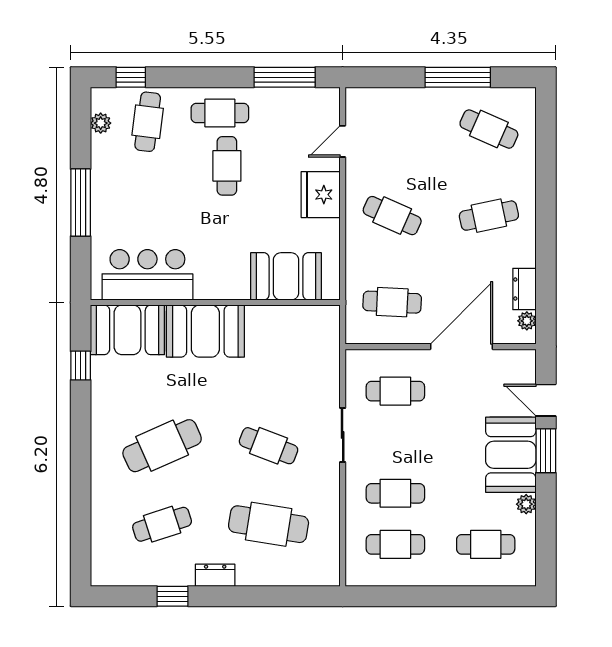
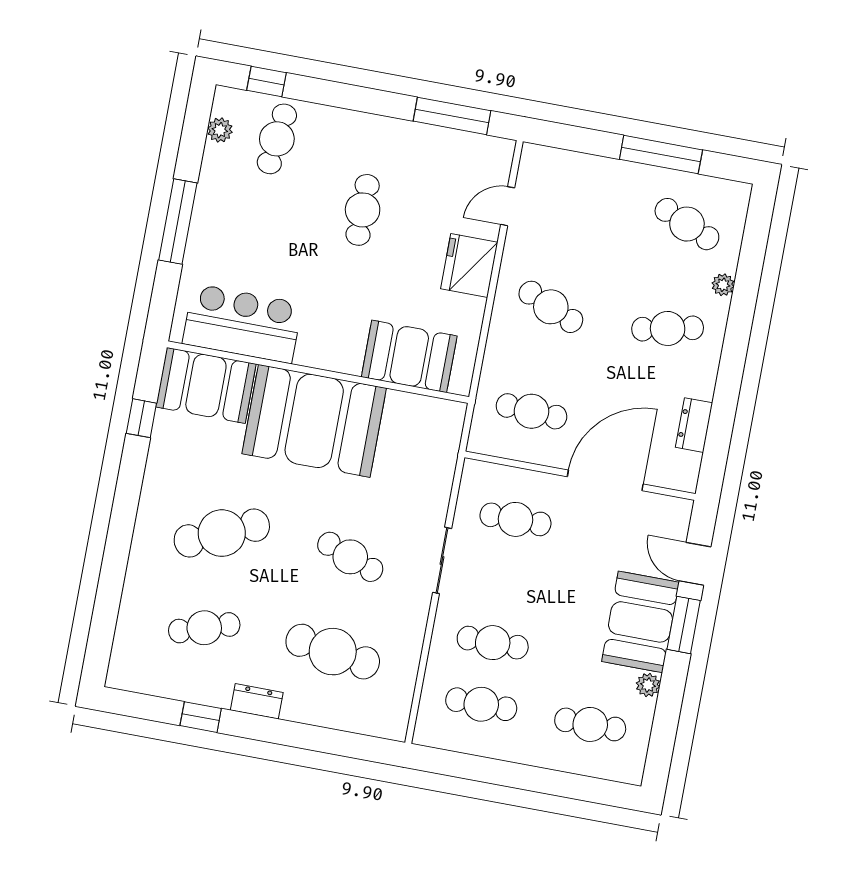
cafe table: (220, 113) -> (366, 145), removed
plant: (527, 321) -> (723, 285), moved
booth: (205, 331) -> (314, 421), width x1.36, depth x1.42

